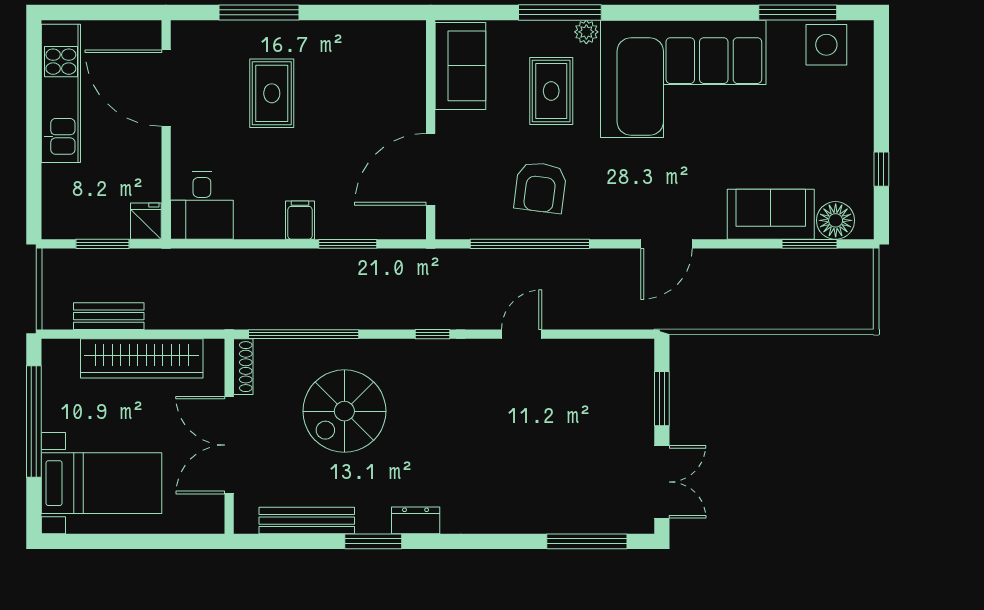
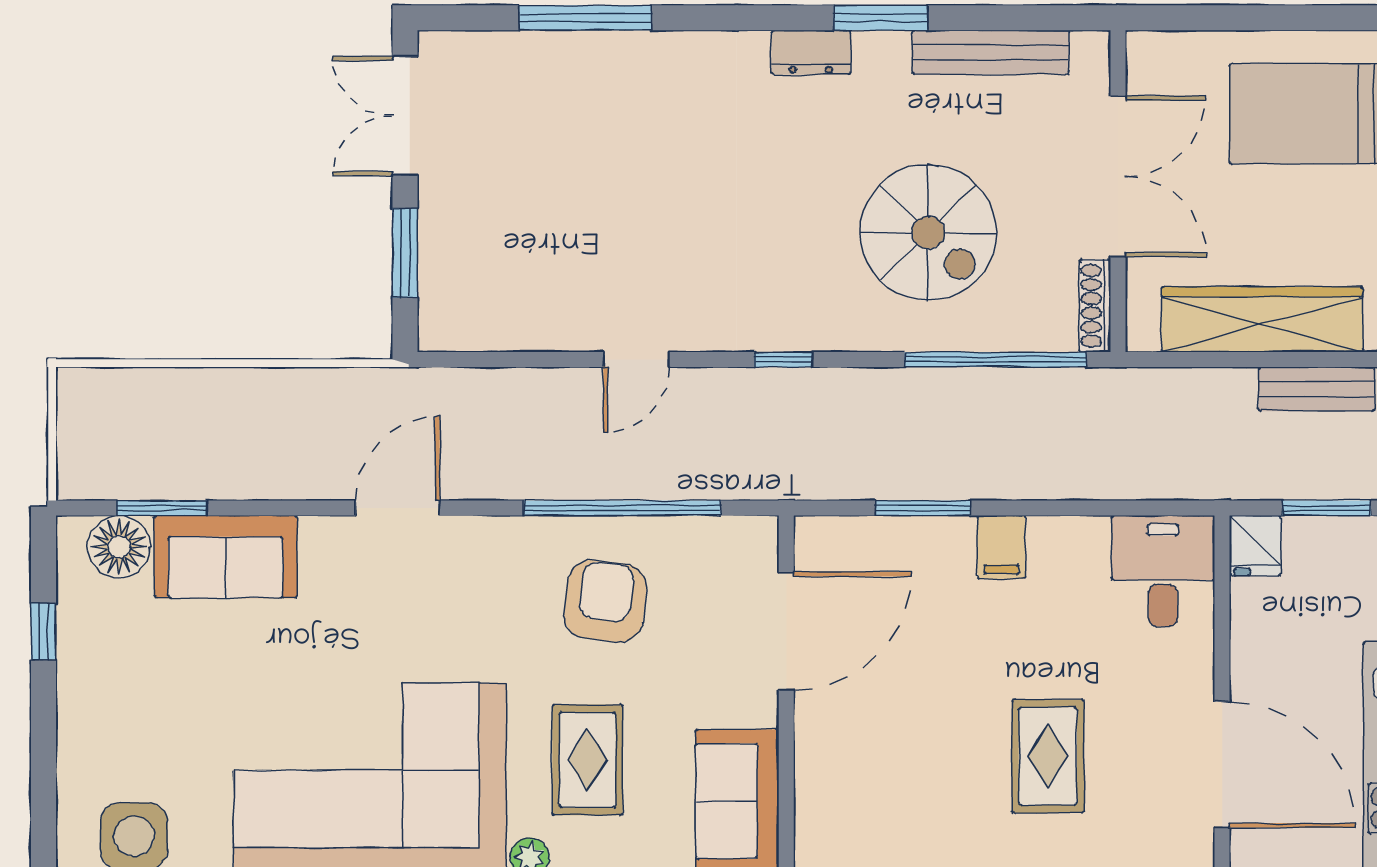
spiral stairs: (344, 411) -> (928, 232), turned 90
window: (587, 541) -> (585, 18), moved

